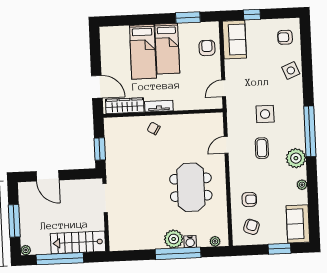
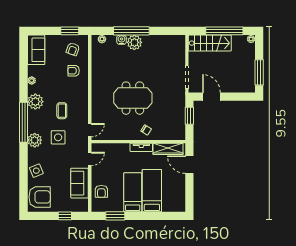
armchair: (285, 37) -> (40, 197), width x1.88, depth x1.88
sofa: (234, 40) -> (80, 183), moved
plant: (295, 109) -> (35, 140), added
door: (226, 145) -> (90, 130), moved
door: (48, 176) -> (211, 97), moved
meeting table: (191, 187) -> (133, 98), moved, turned 90
window: (14, 221) -> (259, 72), moved
window: (279, 249) -> (70, 31), moved

